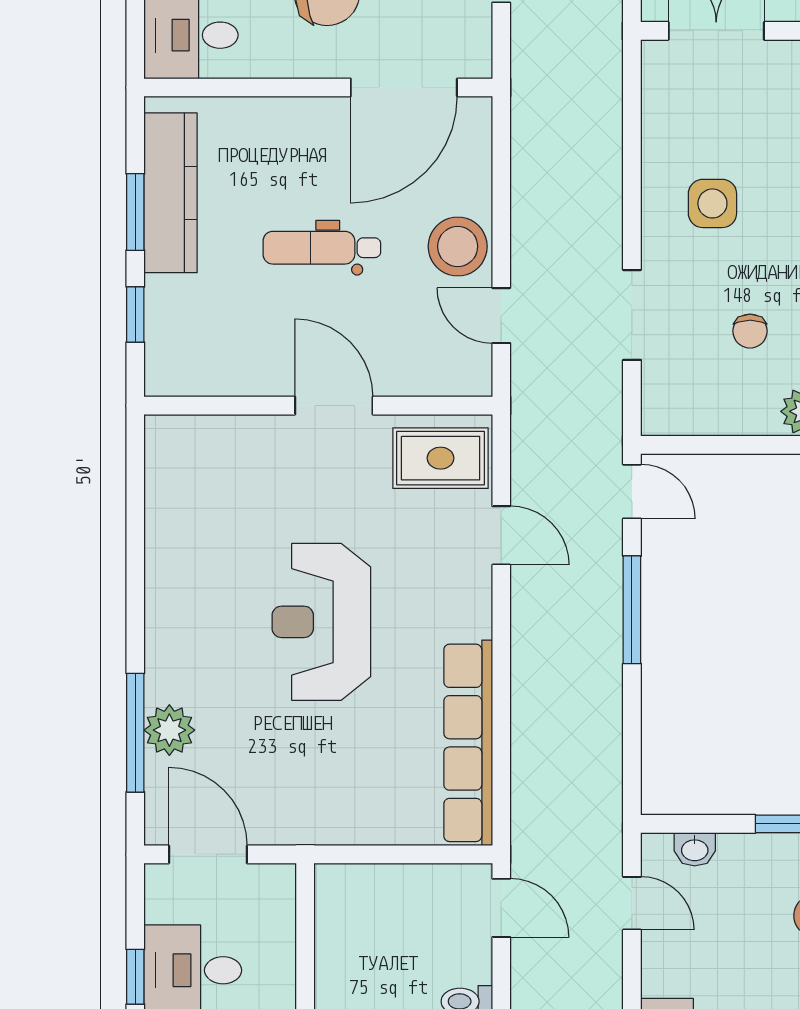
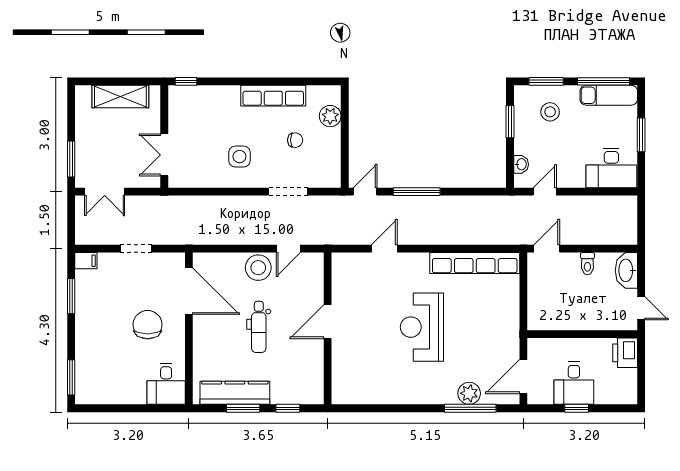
rug: (441, 458) -> (351, 275), removed
reception desk: (321, 622) -> (422, 327), turned 90

